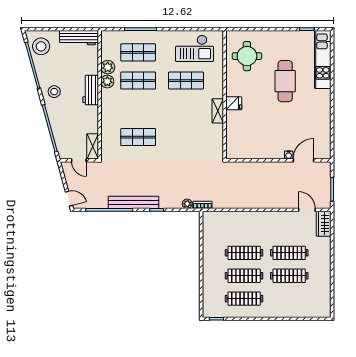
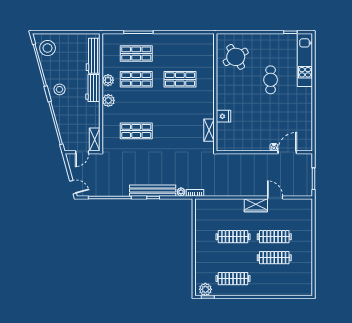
workbench: (79, 38) -> (93, 56), moved, turned 90
checkout: (194, 48) -> (188, 50), removed
round table: (247, 56) -> (236, 57), turned -30
plant: (108, 67) -> (108, 100), moved
cafe table: (285, 81) -> (271, 80), width x0.73, depth x0.74
fridge: (234, 103) -> (223, 116), moved
shelving: (218, 111) -> (209, 130), moved
door: (79, 160) -> (82, 152), hinge flipped
bench: (133, 202) -> (153, 191), moved
door: (307, 210) -> (275, 197), moved
wardrobe: (324, 224) -> (256, 205), moved, turned -90
clothes rail: (244, 276) -> (233, 258), removed
plant: (214, 310) -> (205, 289), added

